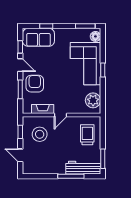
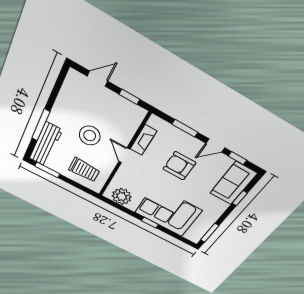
floor lamp: (95, 36) -> (191, 235), removed
armchair: (35, 84) -> (179, 166), moved, turned 180
stool: (40, 134) -> (90, 136), moved

